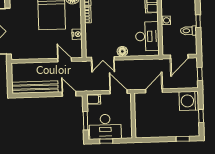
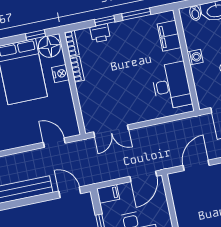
nightstand: (77, 34) -> (60, 74), moved
floor lamp: (122, 51) -> (138, 115), removed
door: (119, 92) -> (143, 176), swing flipped

